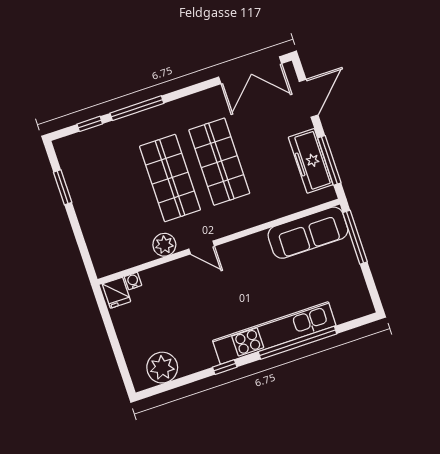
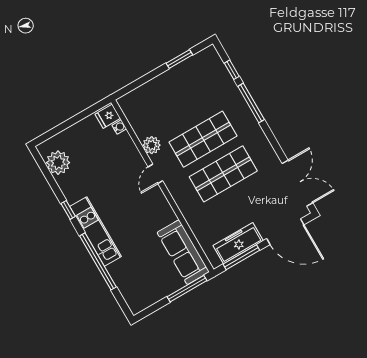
double door: (250, 70) -> (297, 183), swing flipped
door: (309, 98) -> (285, 232), width x1.36
kitchen unit: (274, 333) -> (96, 231), width x0.73

